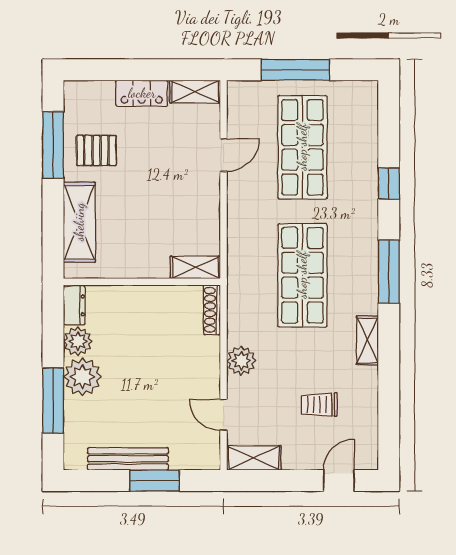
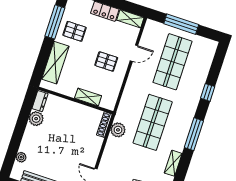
pallet: (176, 188) -> (106, 61), added
shelving: (195, 267) -> (88, 97), moved
plant: (241, 361) -> (118, 130), moved
plant: (82, 377) -> (21, 157), moved, width x0.53, depth x0.53
window: (53, 401) -> (15, 143), removed

